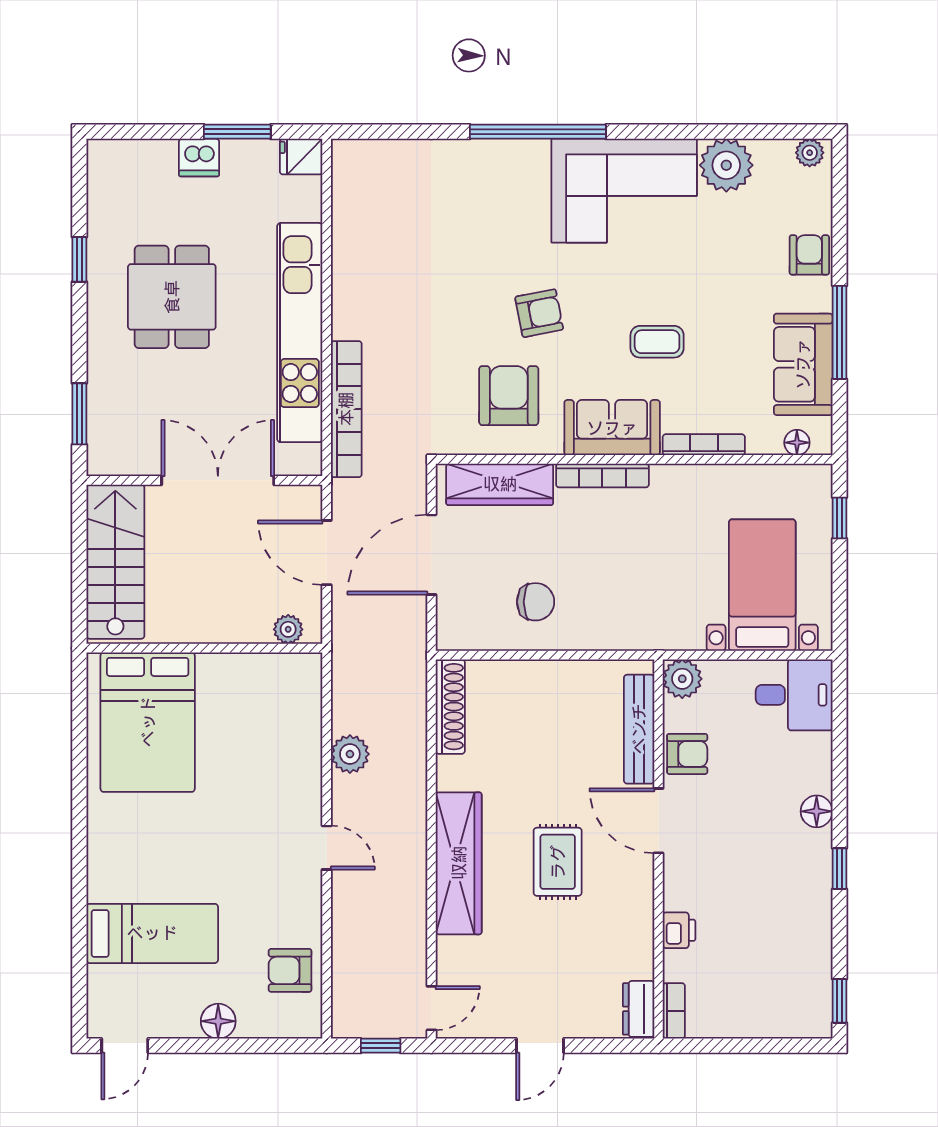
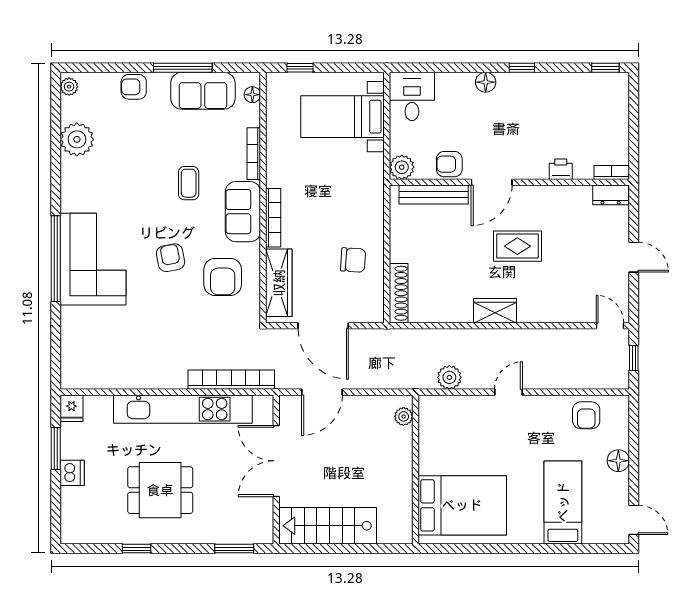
corner sofa: (624, 191) -> (93, 259), moved
armchair: (509, 396) -> (223, 277), turned -90
chair: (536, 602) -> (353, 260), turned 94
plant: (288, 629) -> (404, 416), moved
wall: (204, 648) -> (415, 469), moved
shoe rack: (450, 707) -> (399, 293), moved, turned 90
bed: (148, 722) -> (462, 505), moved
armchair: (687, 754) -> (449, 164), turned -90
wardrobe: (459, 863) -> (495, 311), width x0.48, depth x0.85

